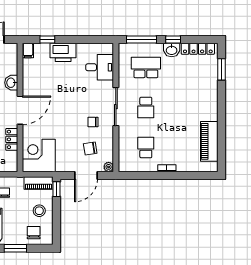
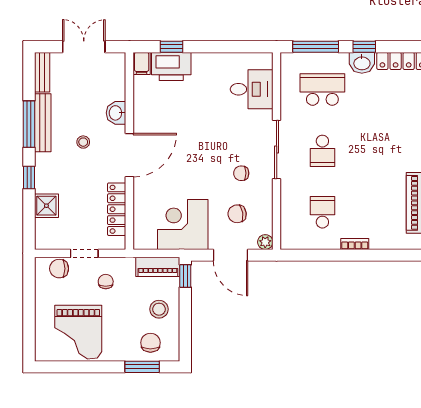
printer: (63, 52) -> (171, 66), moved
locker: (12, 139) -> (117, 209), width x1.53
corner desk: (39, 155) -> (183, 224), moved
door: (86, 175) -> (231, 255), hinge flipped
window: (15, 248) -> (142, 367), moved

